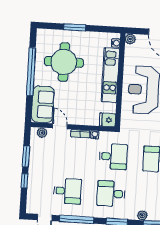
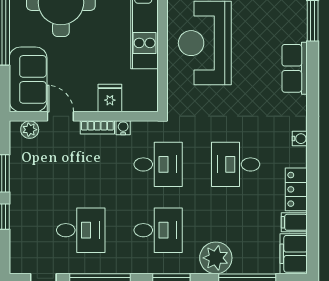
fridge: (108, 120) -> (110, 98), moved, turned 90
desk: (111, 194) -> (158, 230), turned 180
plant: (142, 215) -> (216, 258), width x1.88, depth x1.88

